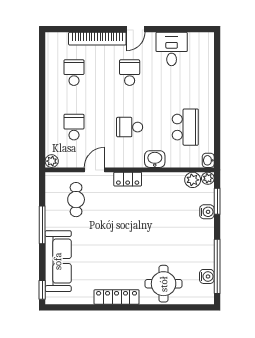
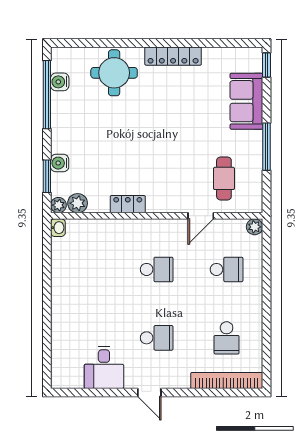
door: (136, 29) -> (149, 392), swing flipped
bookcase: (97, 39) -> (227, 380), moved
school desk: (130, 73) -> (157, 338), turned -90
school desk: (74, 127) -> (227, 269), turned -90
school desk: (185, 127) -> (87, 269), removed
washbasin: (155, 159) -> (125, 229), removed
locker: (128, 179) -> (128, 204), moved
sofa: (58, 261) -> (246, 101), width x0.73

